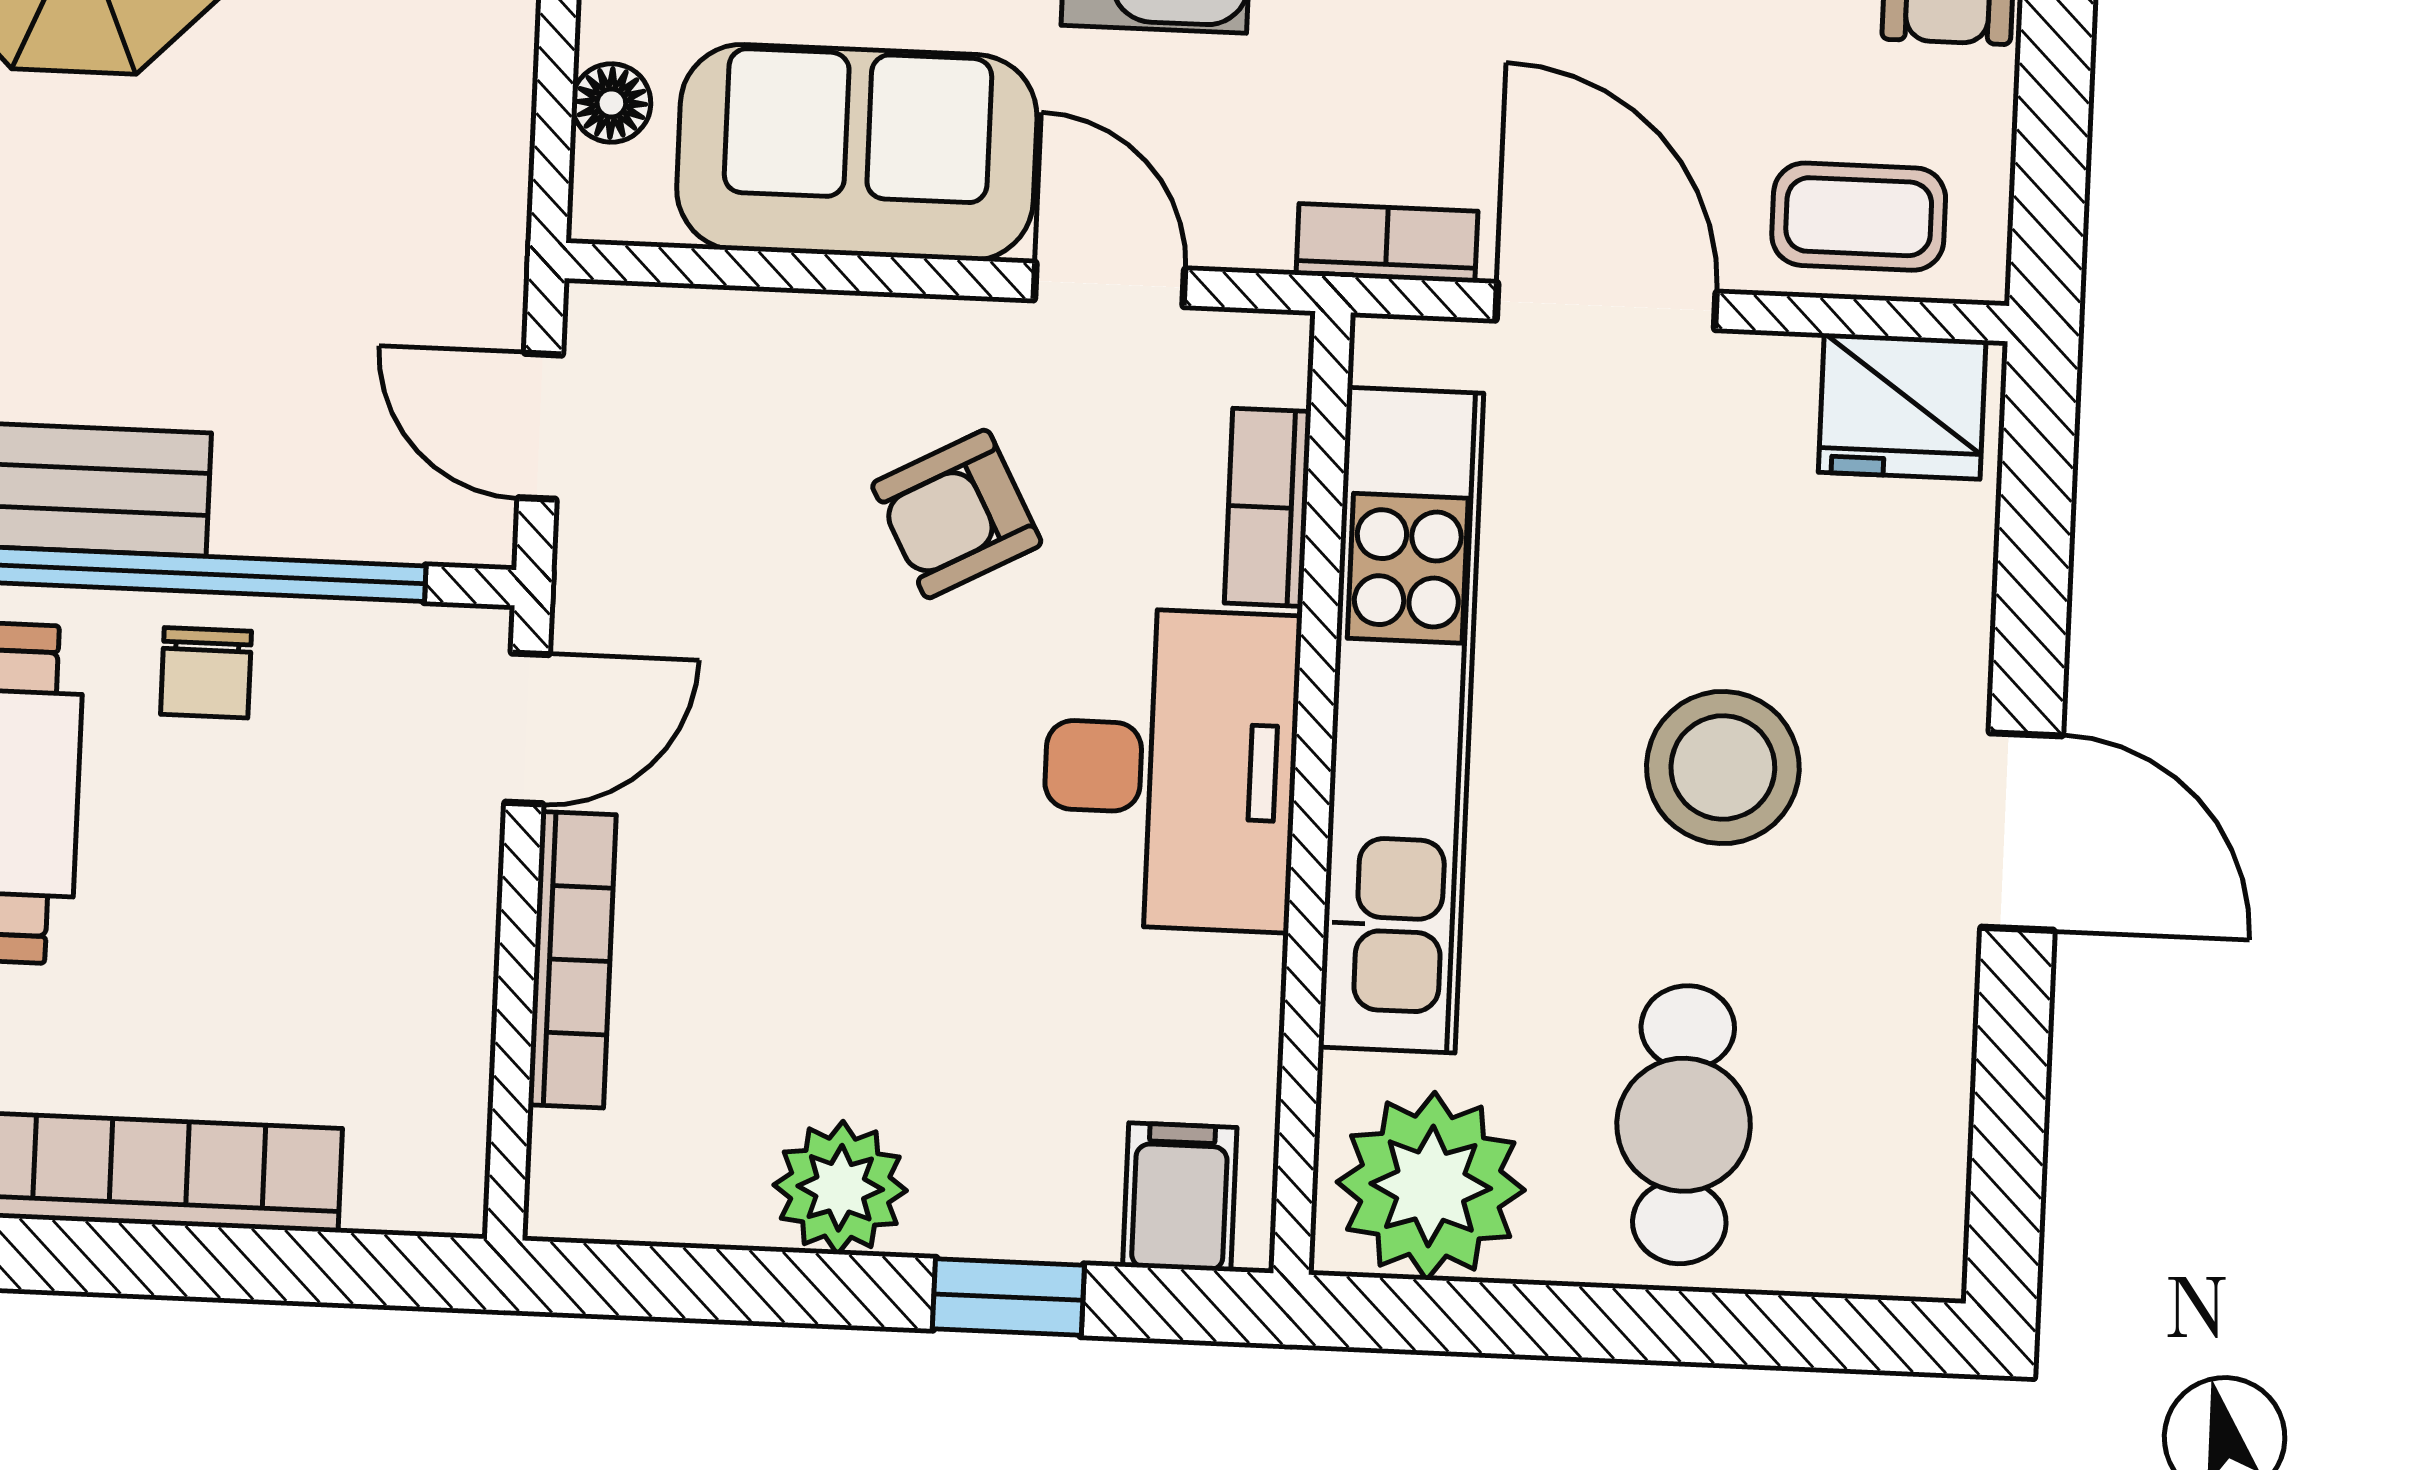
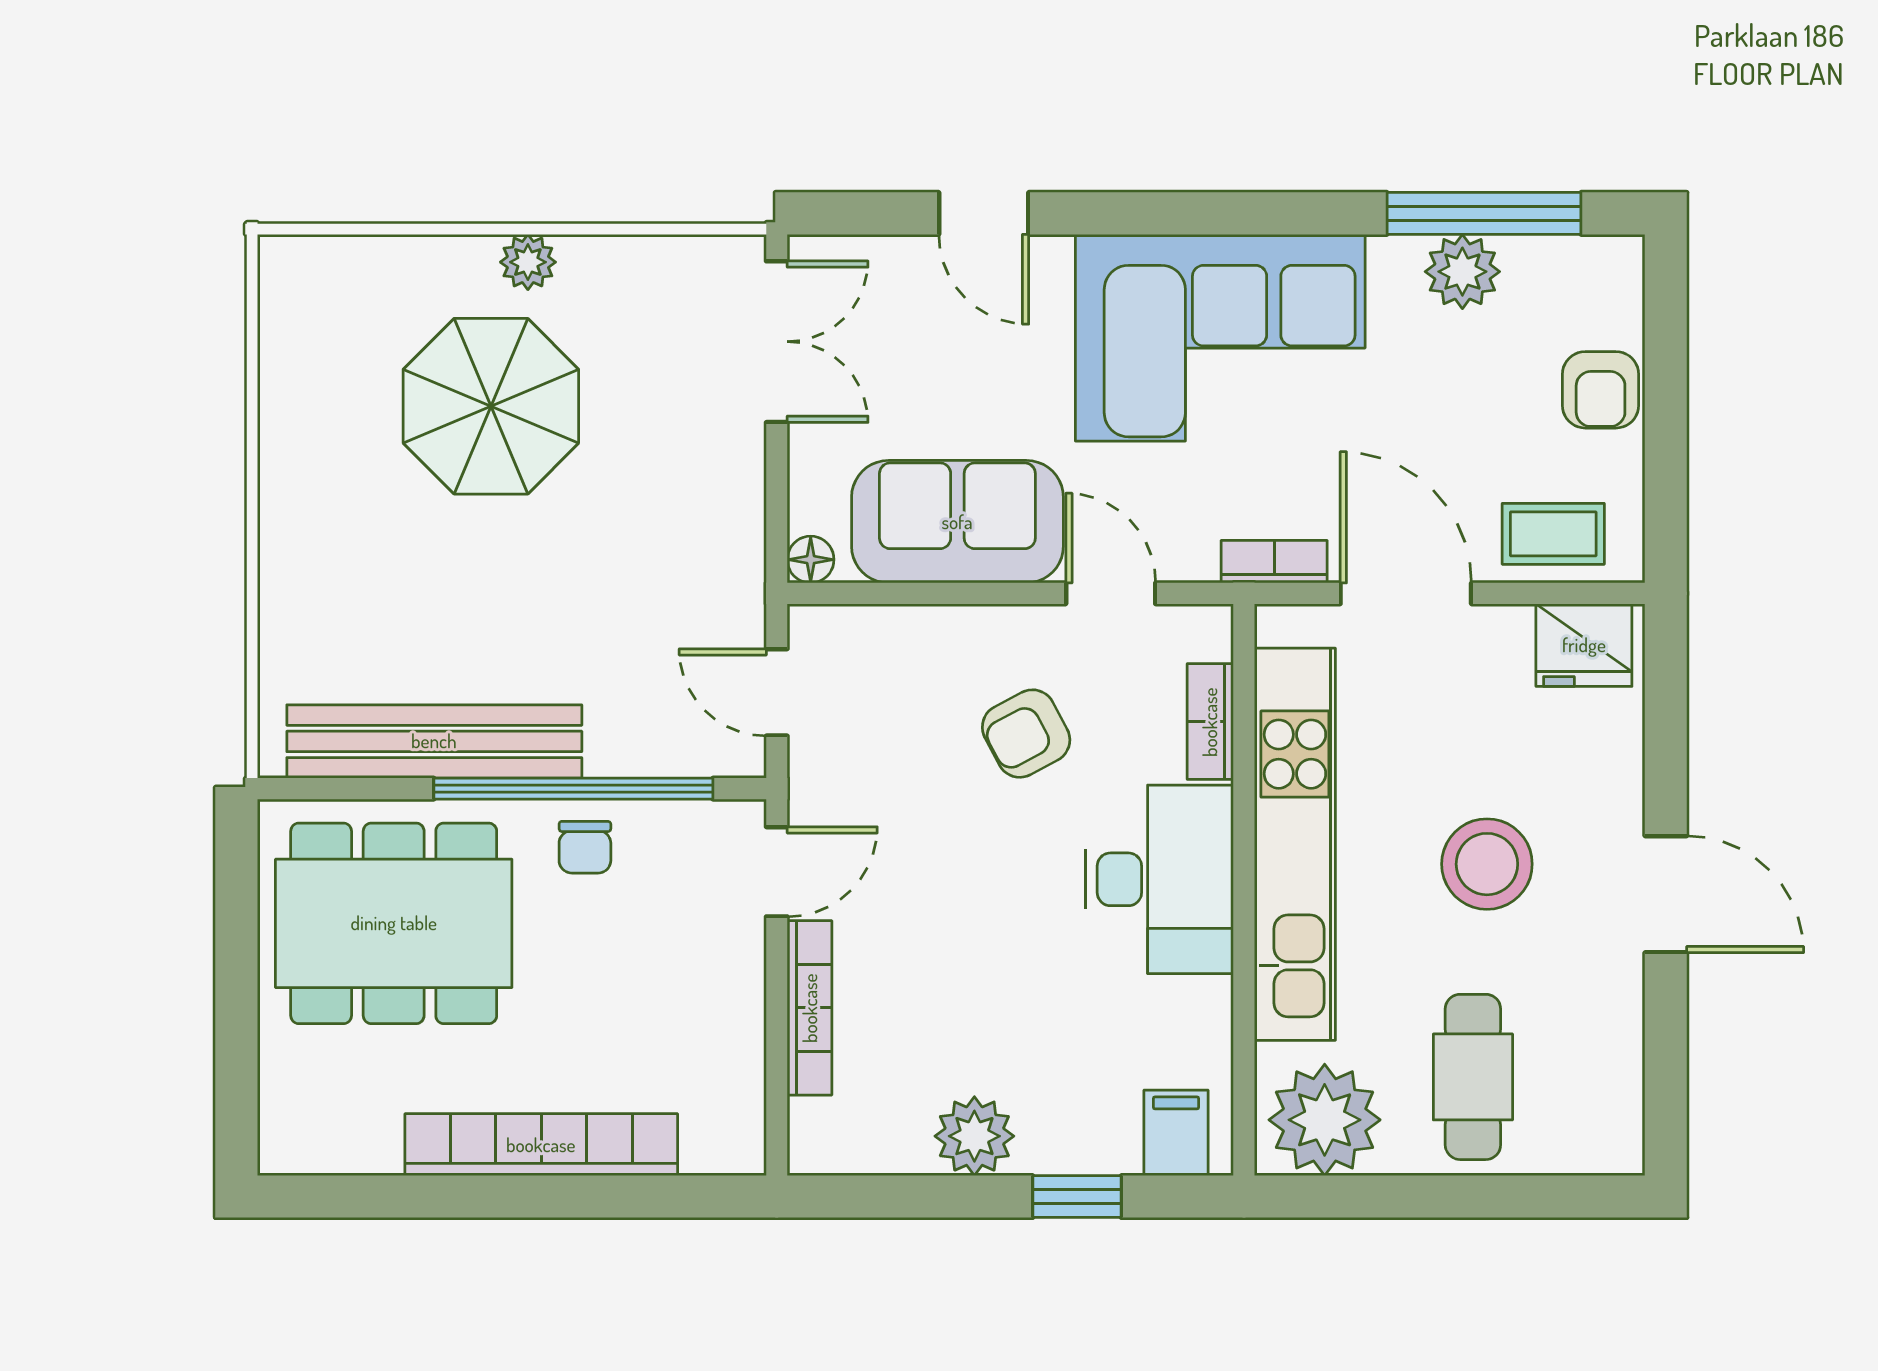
floor lamp: (611, 103) -> (811, 560), moved

